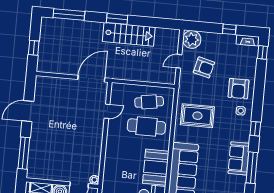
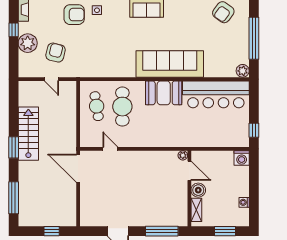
plant: (192, 39) -> (28, 43), moved
rug: (197, 116) -> (106, 55), removed

